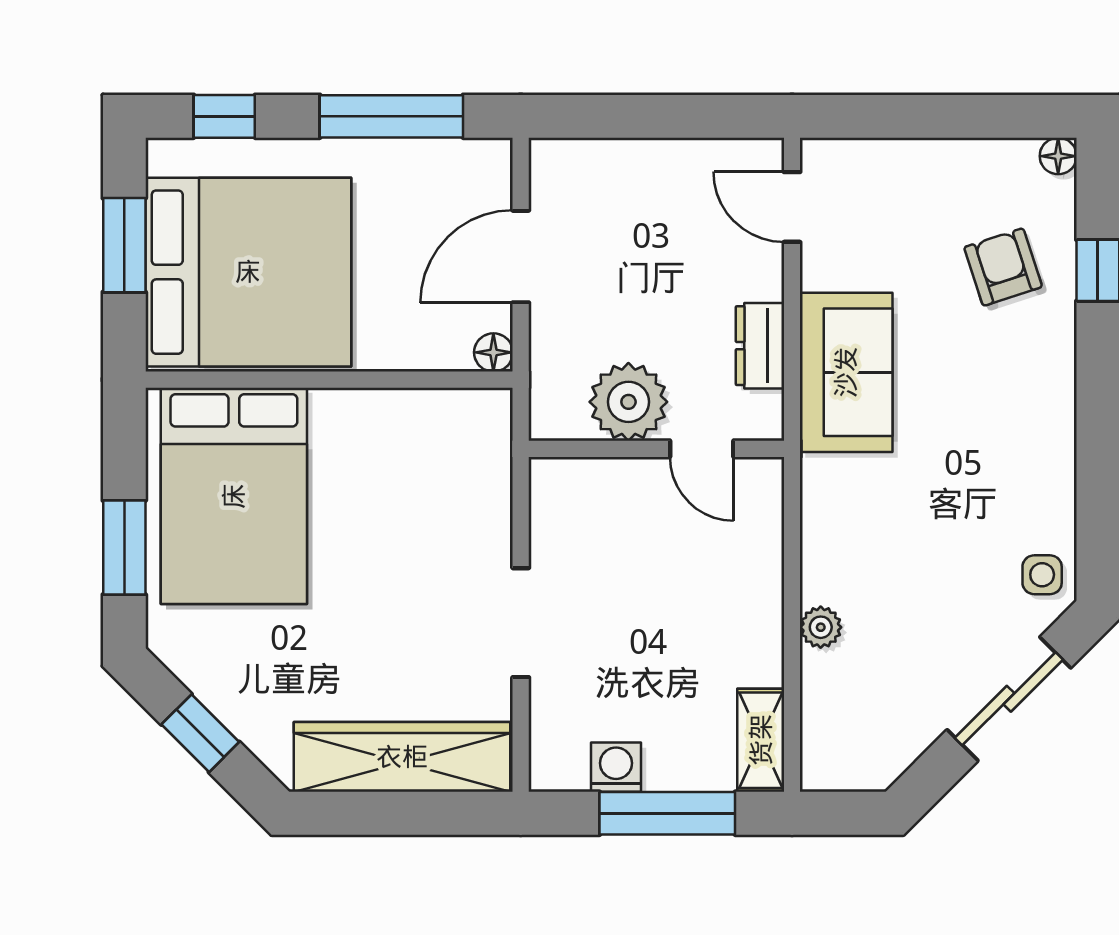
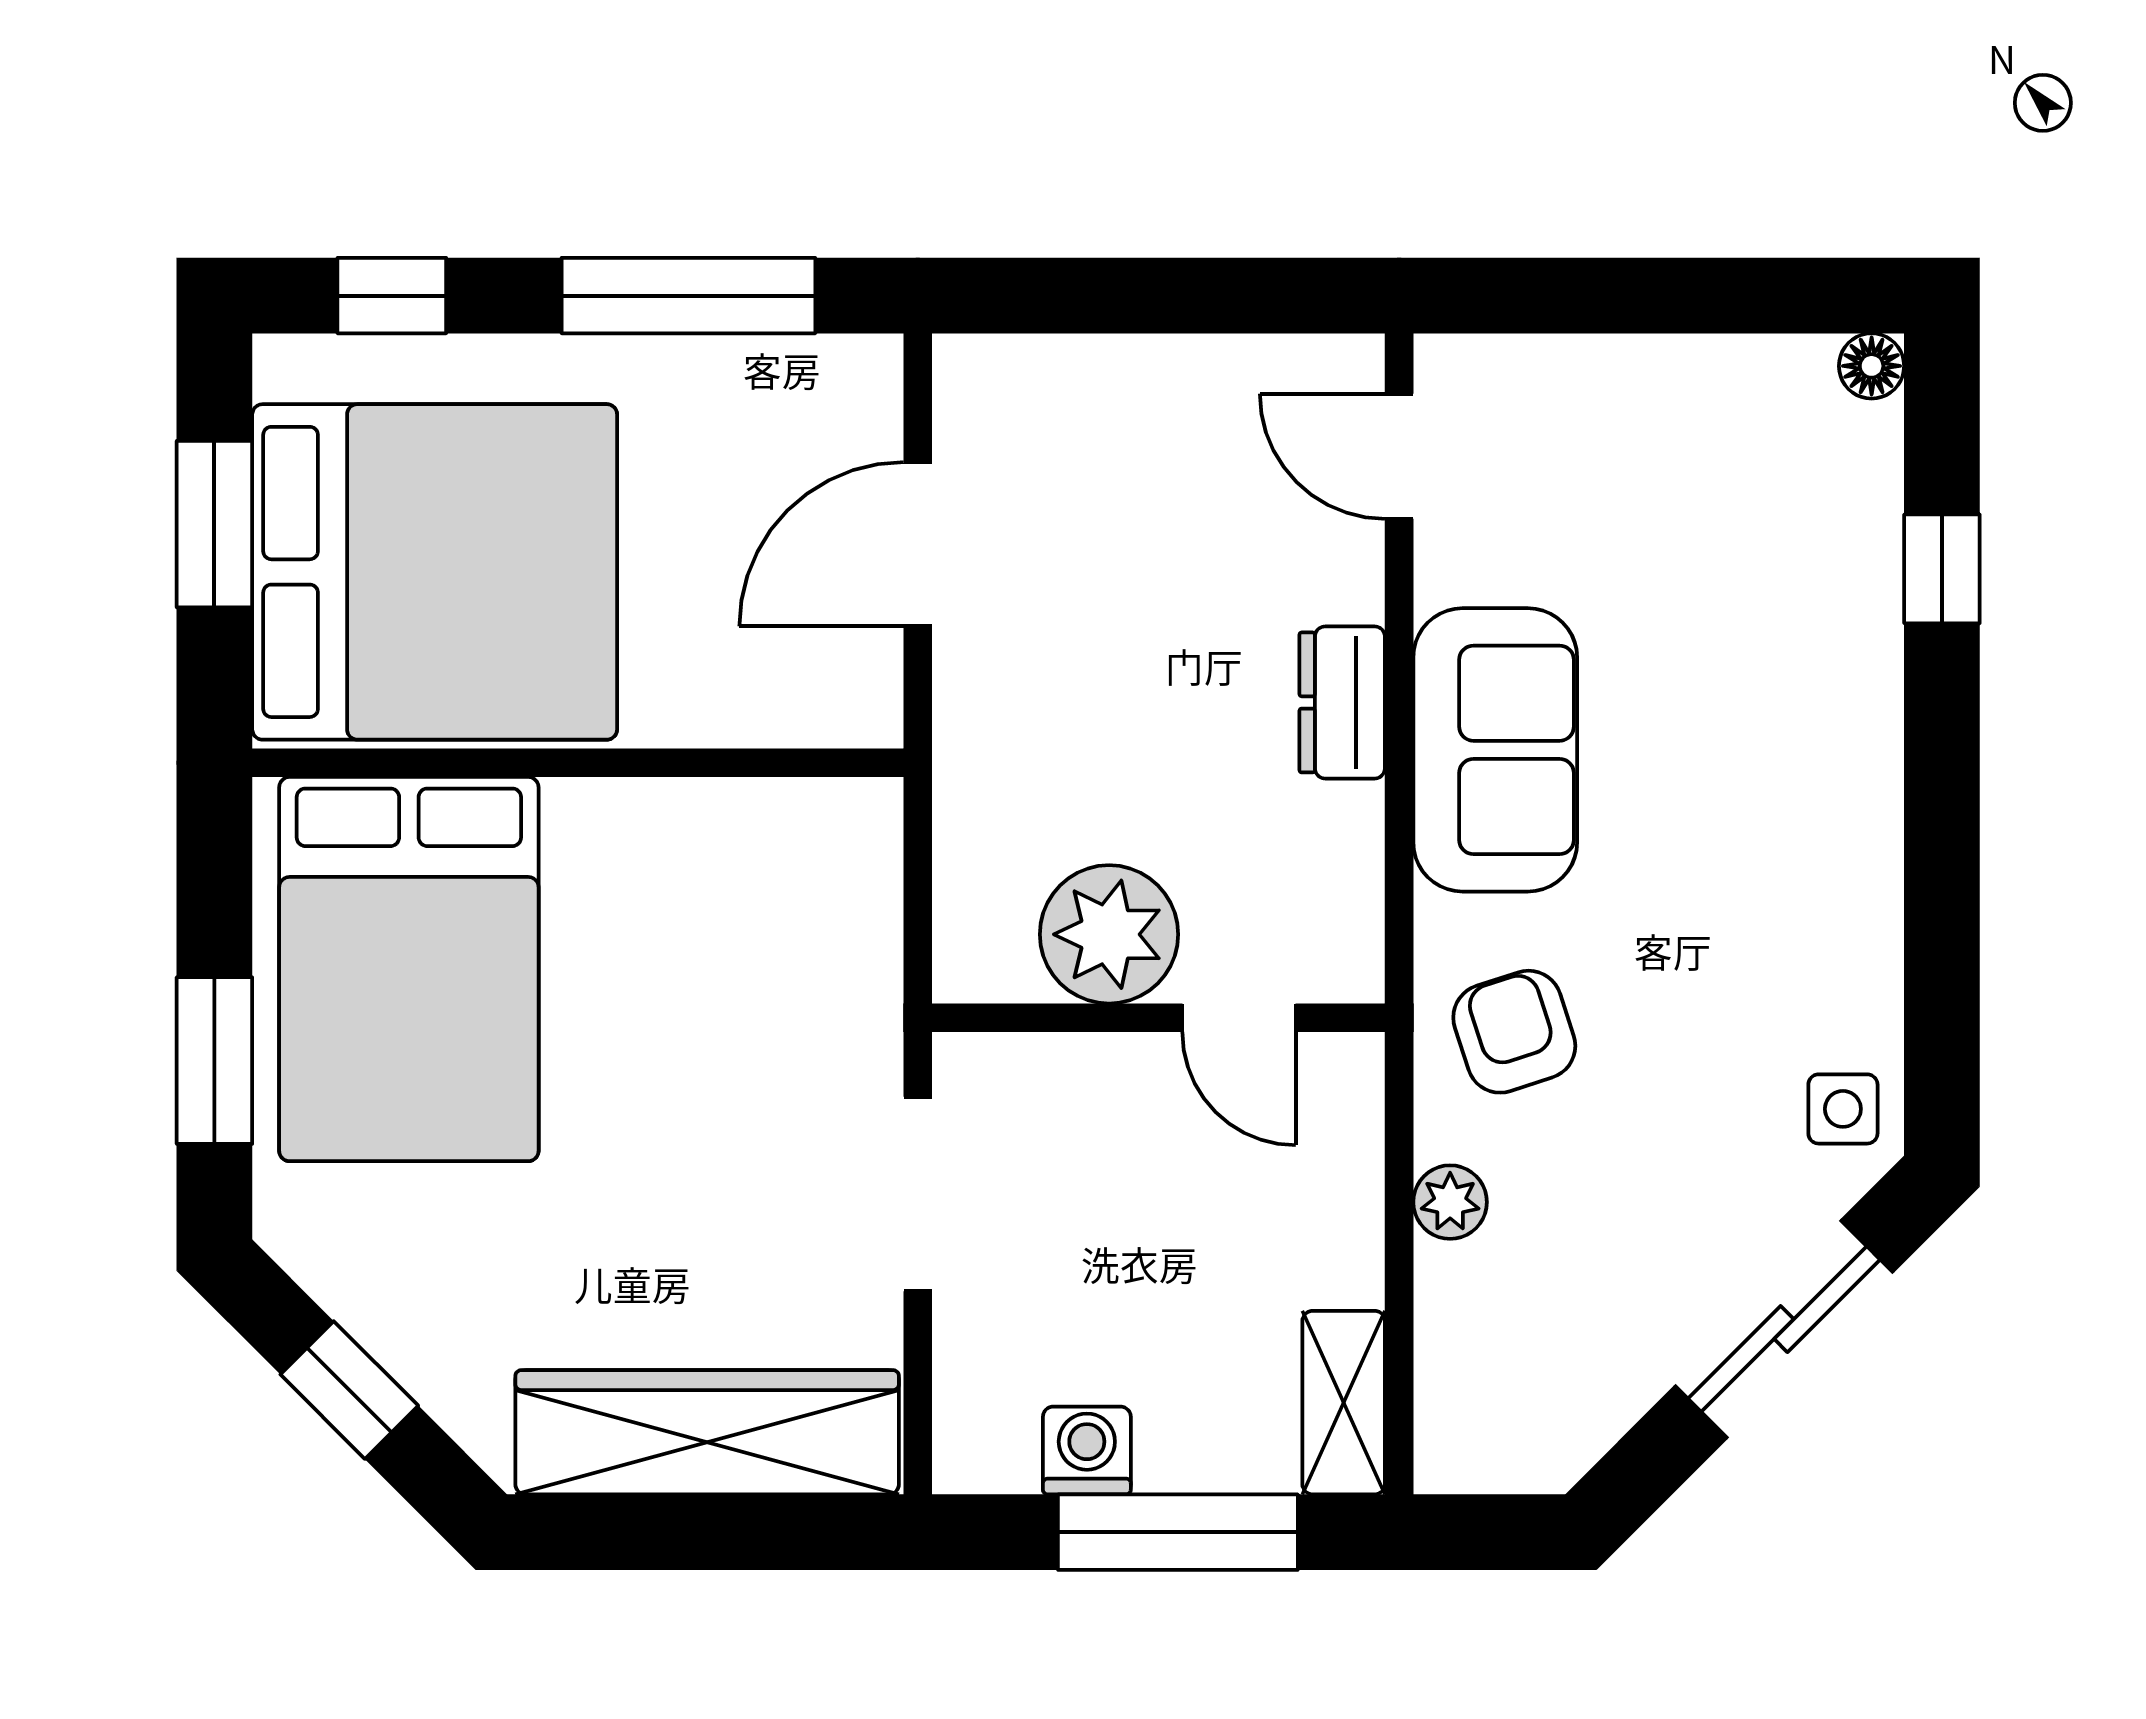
armchair: (1003, 267) -> (1514, 1032), moved
floor lamp: (493, 352) -> (869, 715), removed
plant: (628, 402) -> (1109, 934), moved
wall: (656, 449) -> (1158, 1018), moved
door: (702, 449) -> (1239, 1018), moved

